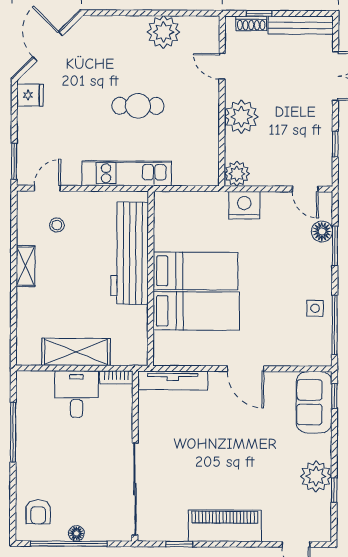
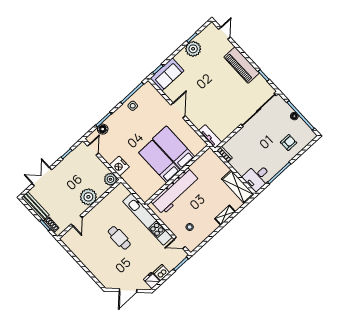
plant: (163, 32) -> (84, 254), removed
dishwasher: (28, 120) -> (161, 273), added
kitchen unit: (127, 173) -> (147, 219), width x1.36
shelving: (26, 266) -> (225, 215), moved
shelving: (76, 352) -> (238, 187), moved
tv unit: (173, 380) -> (210, 136), width x0.71
desk: (77, 394) -> (257, 177), moved
armchair: (38, 512) -> (289, 143), moved

